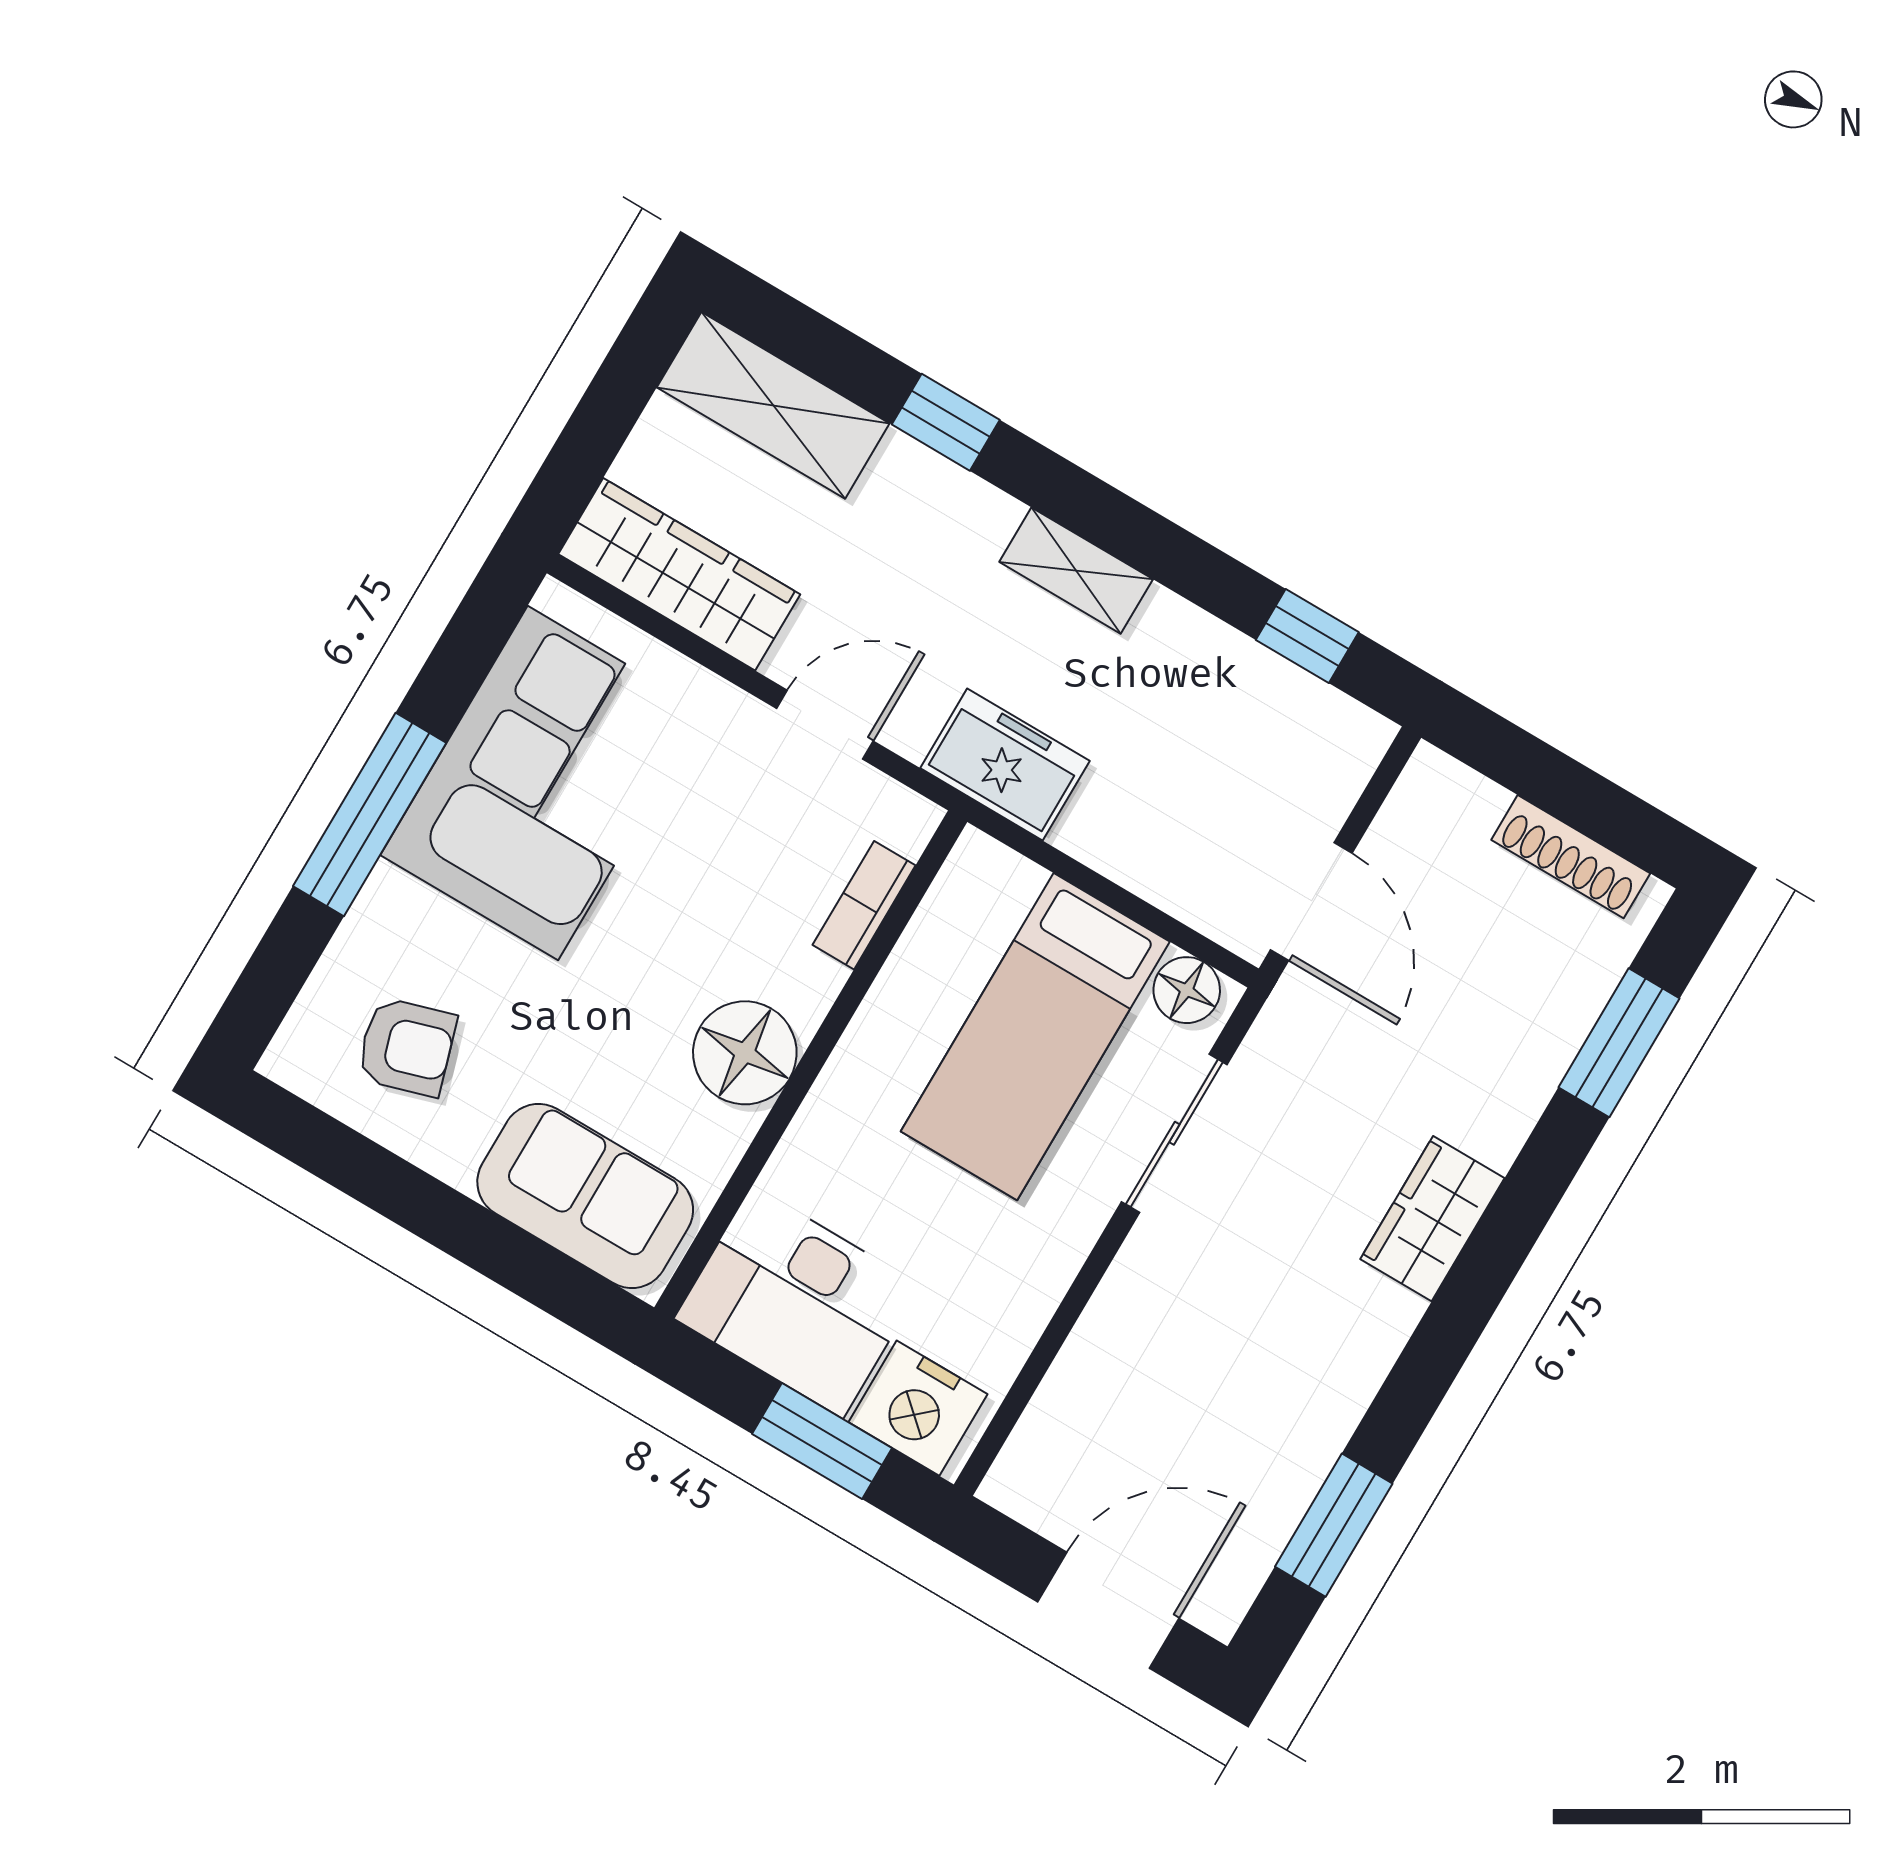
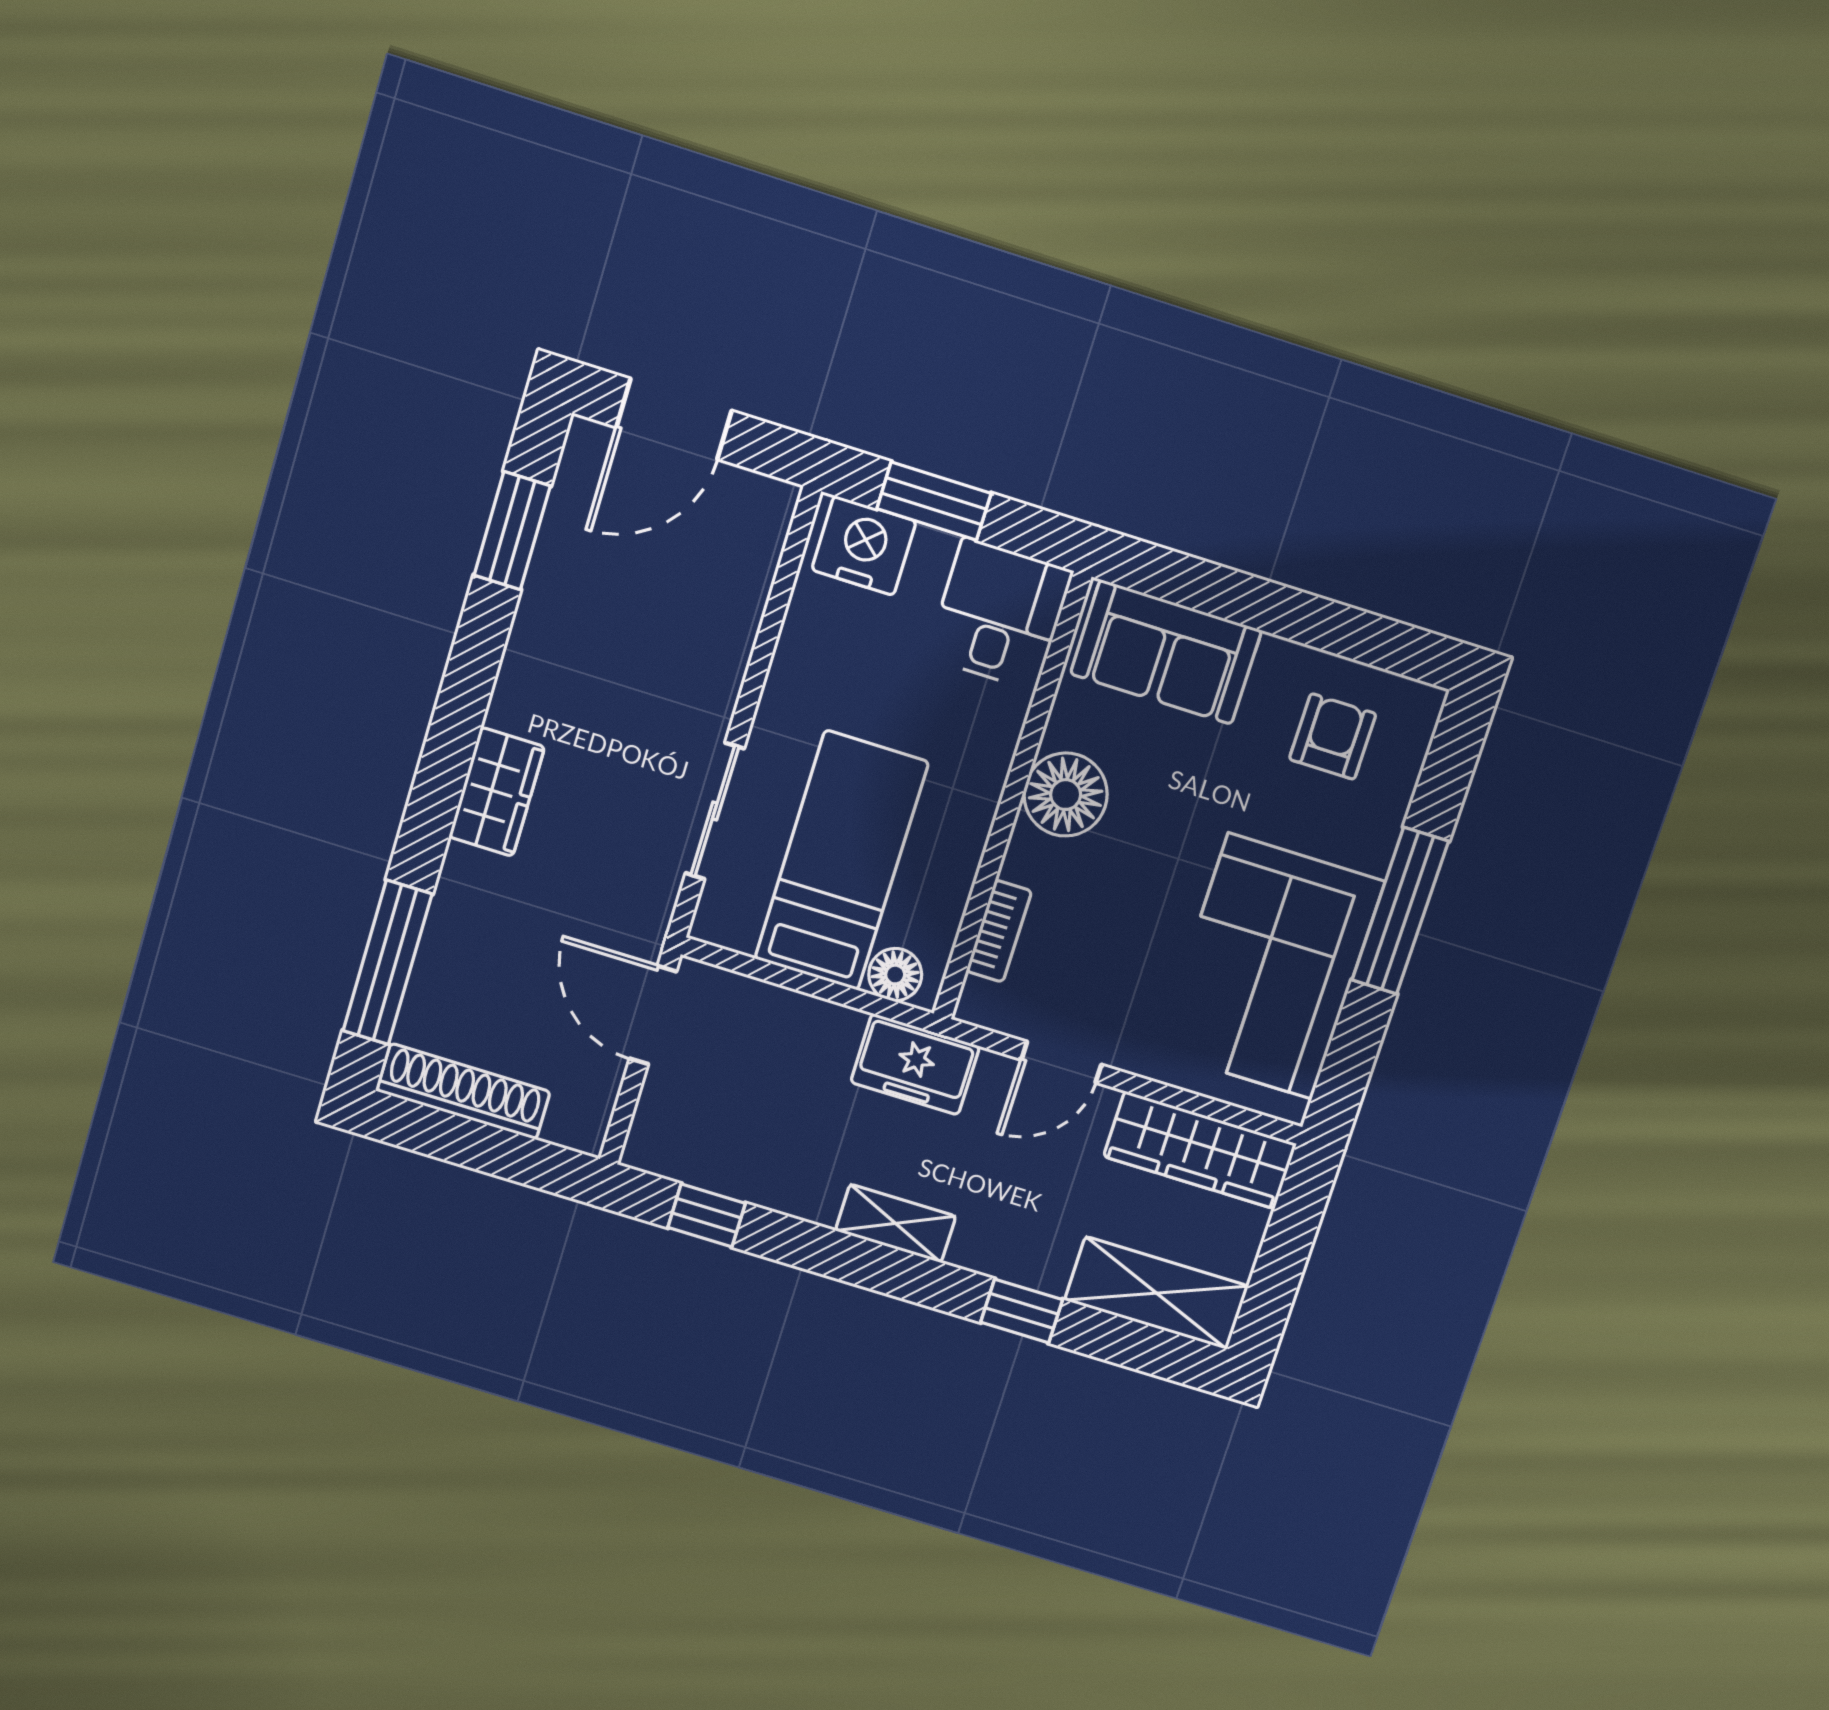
shoe rack: (1571, 857) -> (463, 1091), width x1.36, depth x1.24
floor lamp: (1187, 990) -> (895, 975), moved
window: (1619, 1043) -> (387, 962), width x1.44
armchair: (407, 1047) -> (1333, 737), turned 107
desk: (798, 1302) -> (1000, 614), width x0.73

